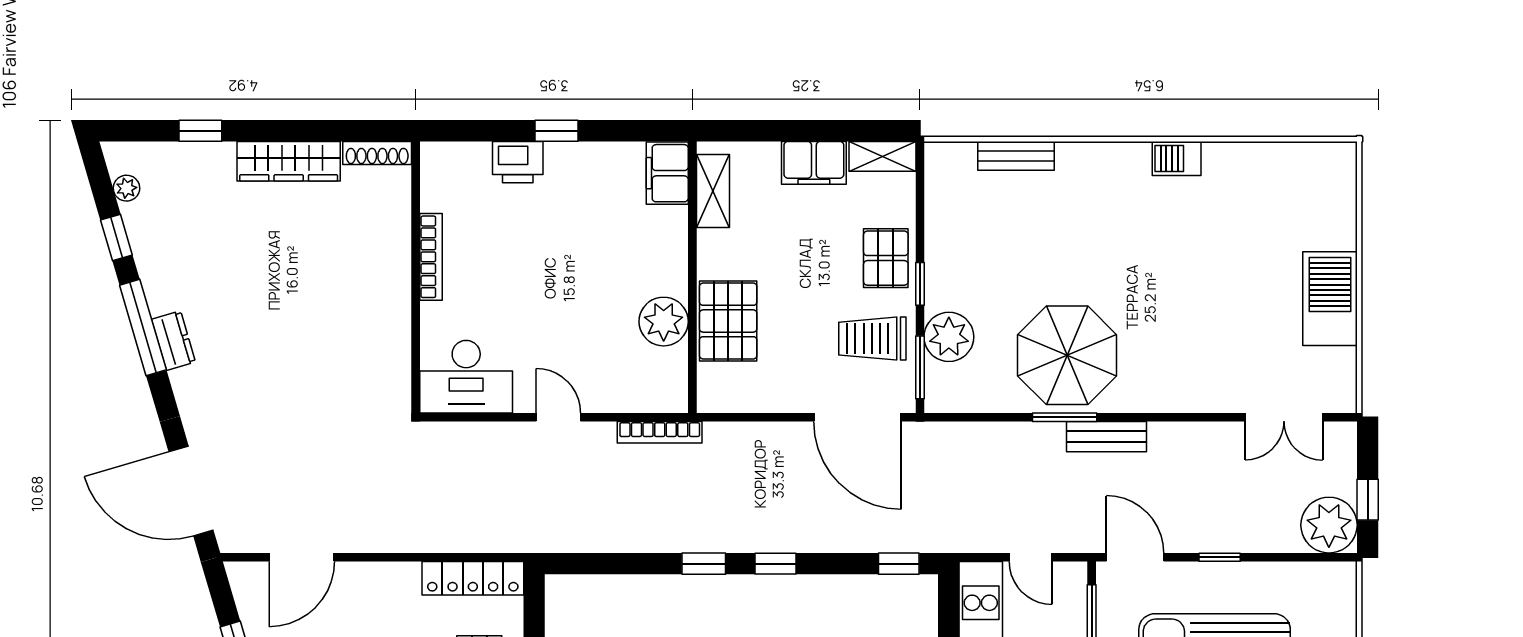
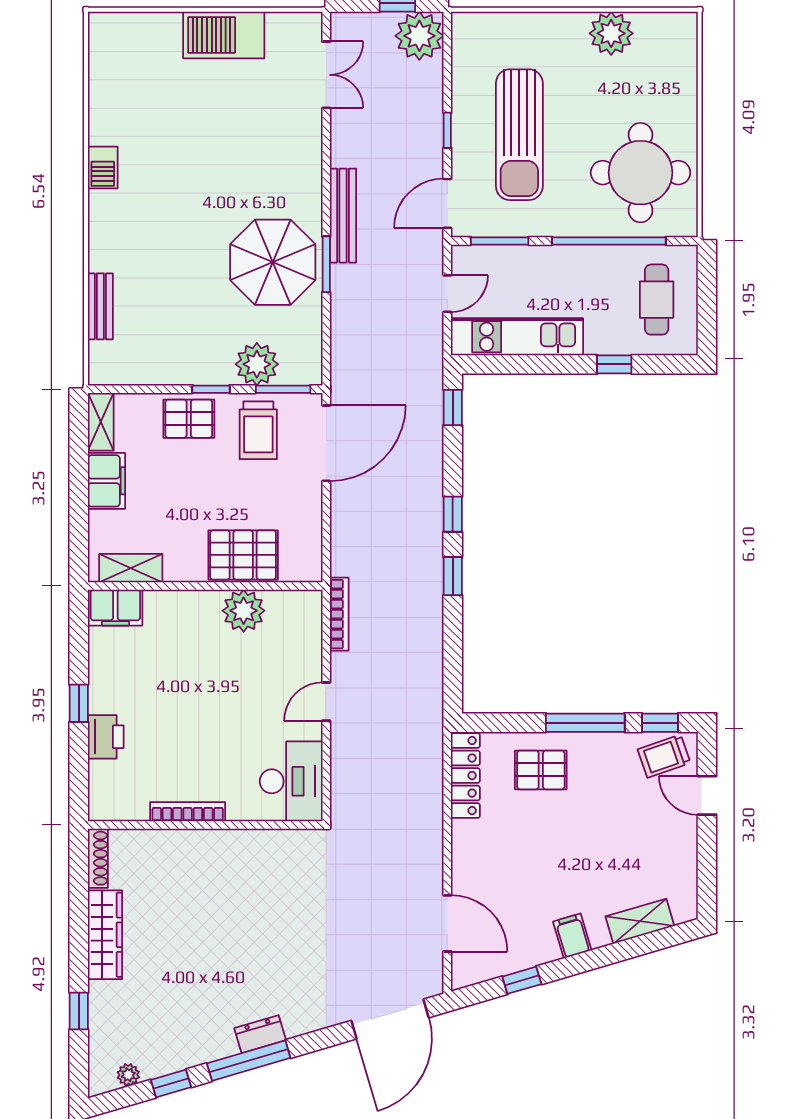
bench: (1106, 437) -> (343, 216), width x1.36

